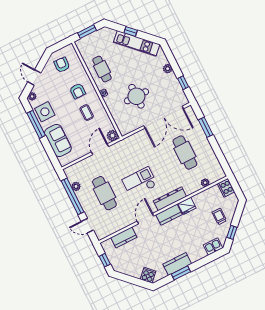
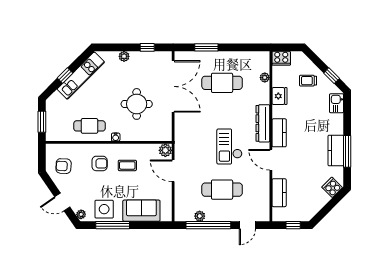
fridge: (187, 206) -> (279, 96), moved
window: (181, 273) -> (347, 151), width x1.44

